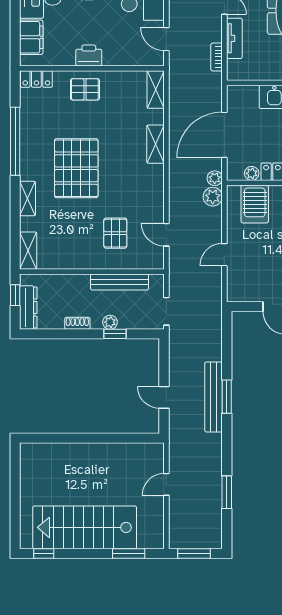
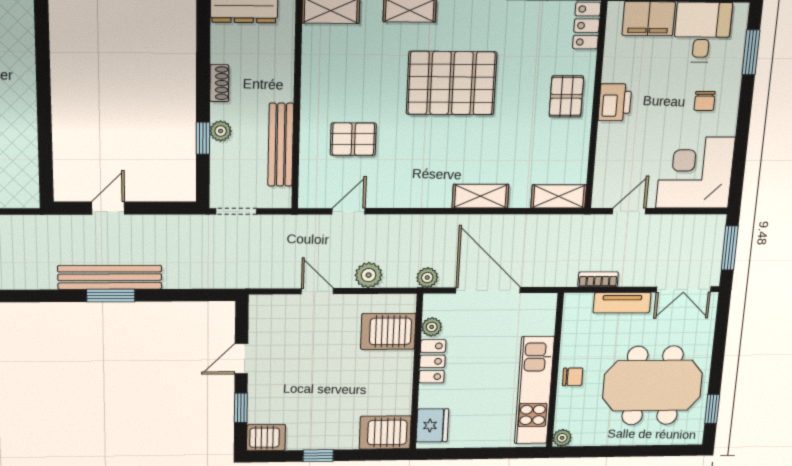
plant: (213, 197) -> (369, 275), moved

